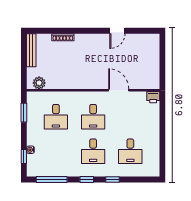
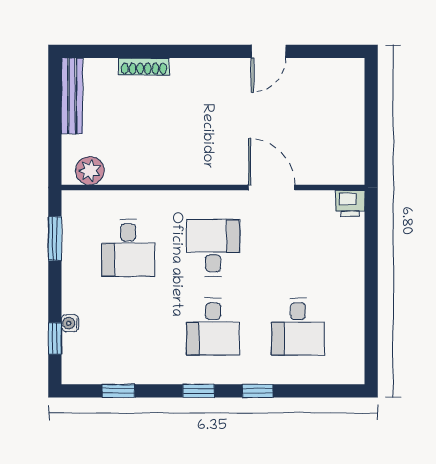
desk: (93, 117) -> (213, 248), turned 180
window: (52, 179) -> (118, 391), width x0.46

